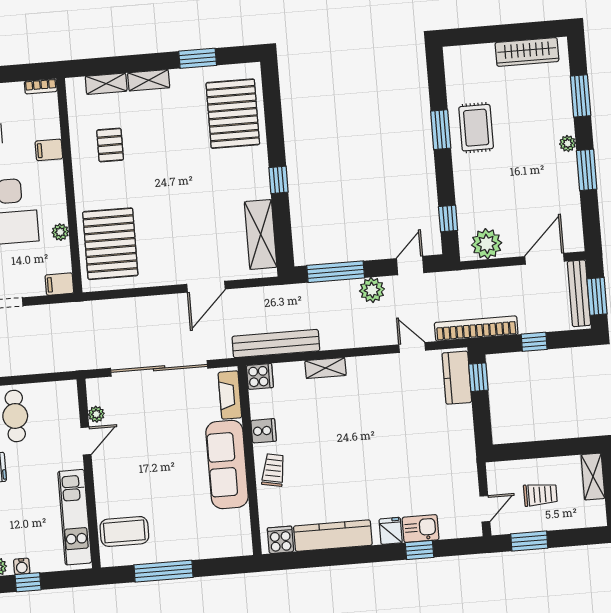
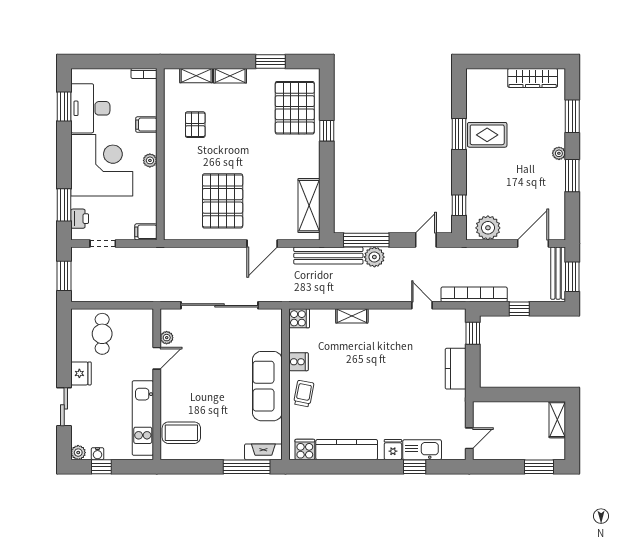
rug: (476, 128) -> (487, 135), turned 90
window: (278, 180) -> (327, 131), moved
plant: (60, 232) -> (150, 160), moved
pallet: (110, 244) -> (223, 201), moved
plant: (372, 290) -> (374, 257), moved
bench: (276, 344) -> (328, 256), moved
kitchen counter: (457, 378) -> (456, 369), moved
fireplace: (230, 395) -> (263, 452), moved, turned 90
trolley: (540, 495) -> (514, 431), removed
kitchen sink: (421, 529) -> (422, 450), width x1.38
window: (529, 541) -> (539, 467), moved
window: (164, 571) -> (247, 467), moved

